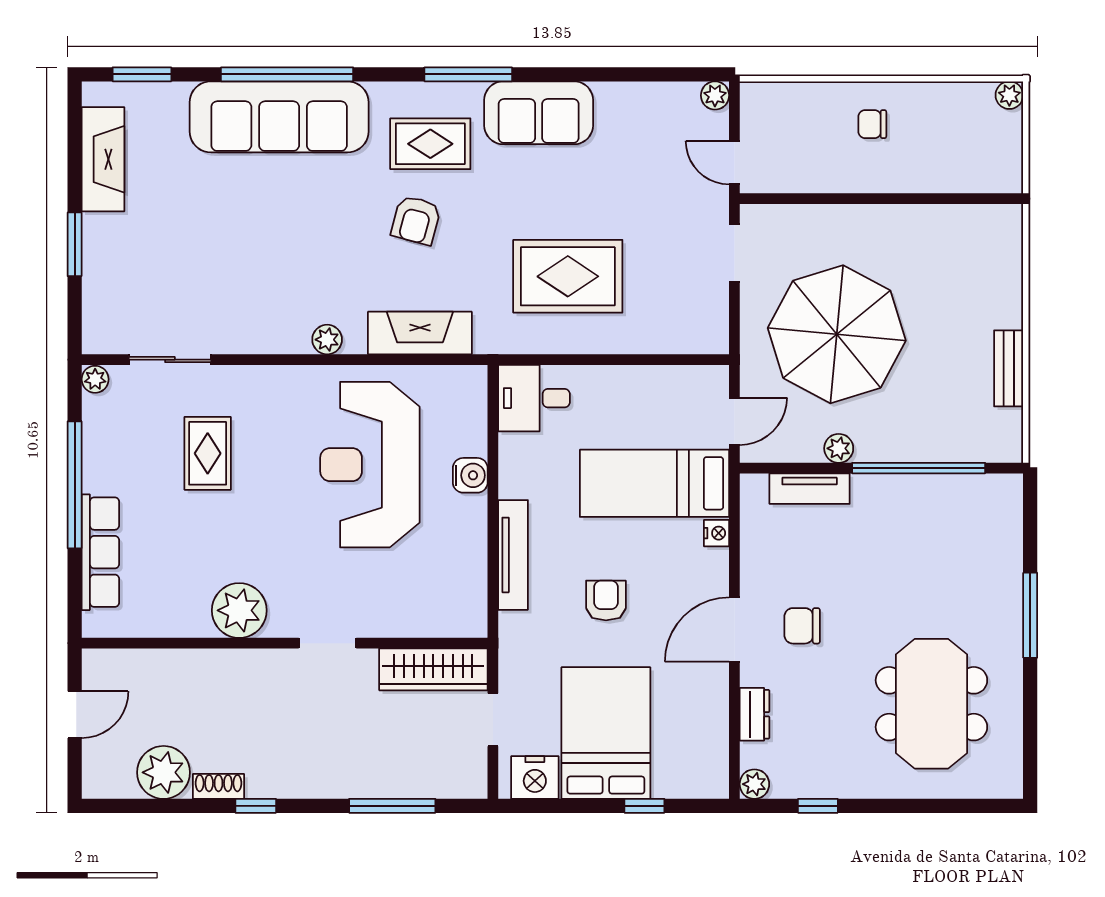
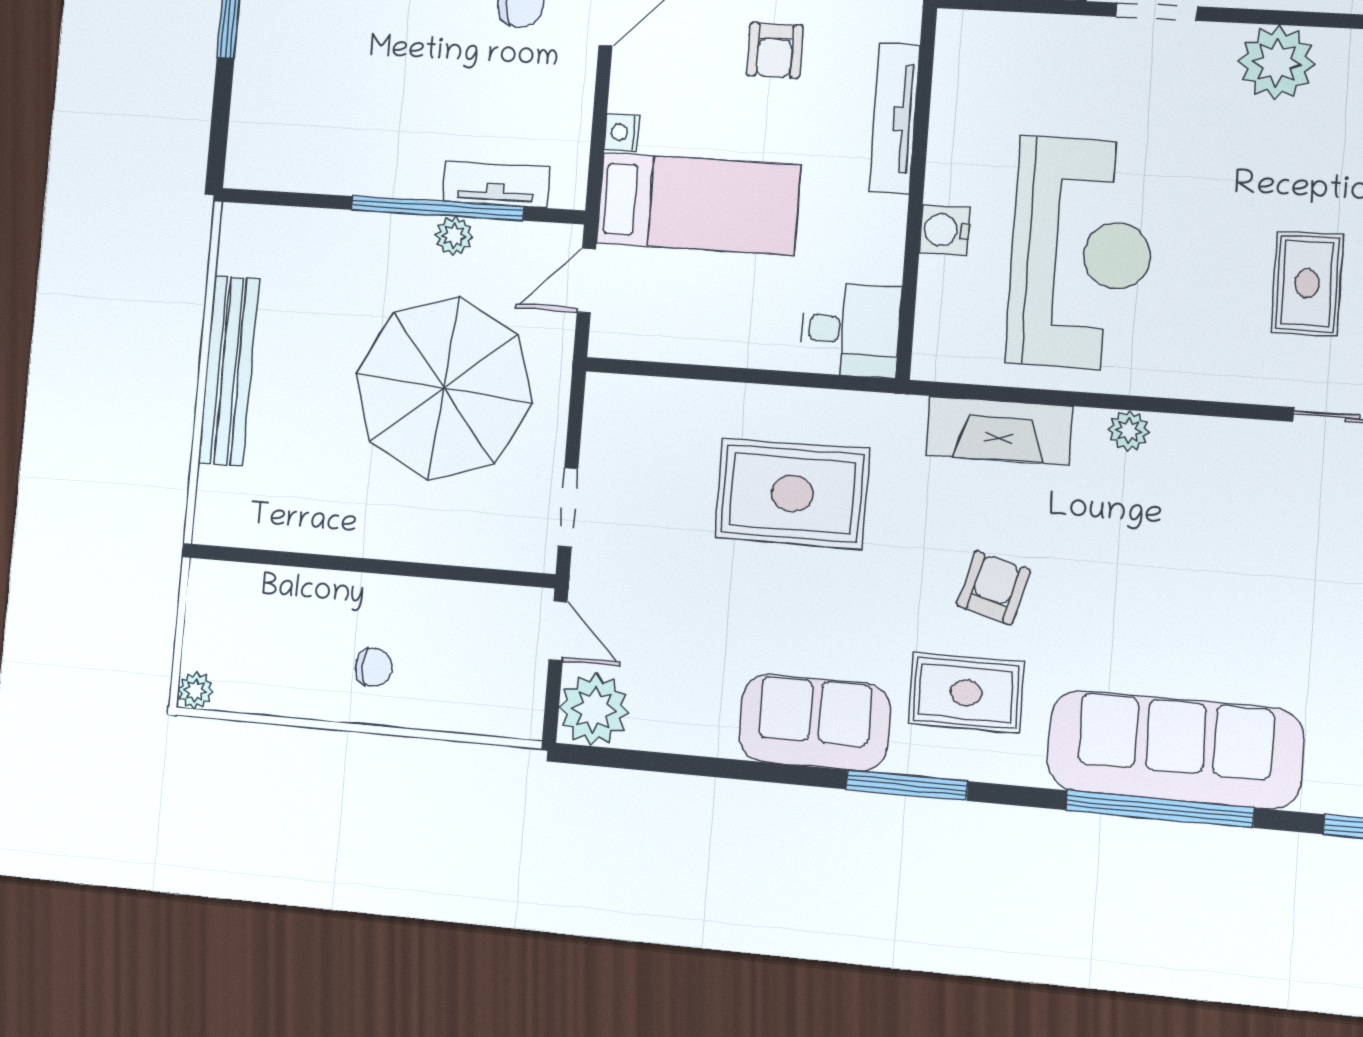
plant: (715, 95) -> (594, 710), width x1.87, depth x1.87
bench: (1009, 368) -> (229, 371), width x1.86, depth x1.21
window: (919, 468) -> (437, 208), moved

